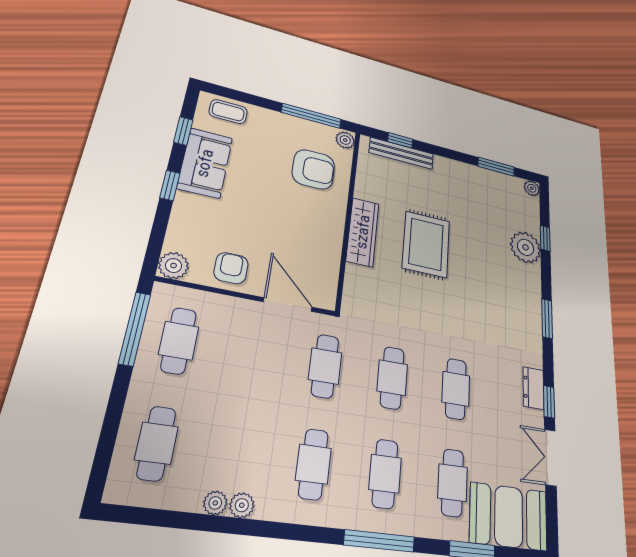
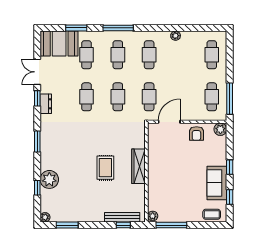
armchair: (313, 169) -> (167, 194), removed
rug: (426, 244) -> (105, 168), width x0.73, depth x0.70
door: (288, 305) -> (169, 122), swing flipped
double door: (550, 457) -> (37, 72), swing flipped
plant: (215, 503) -> (186, 35), removed

